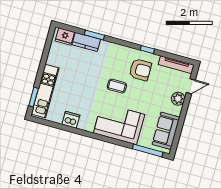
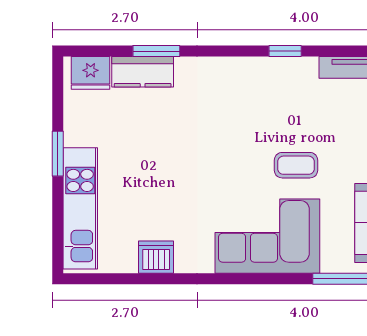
armchair: (140, 70) -> (282, 101), removed
coffee table: (117, 86) -> (296, 165), moved
window: (34, 97) -> (58, 154), moved

